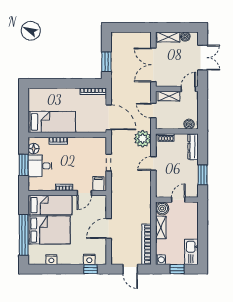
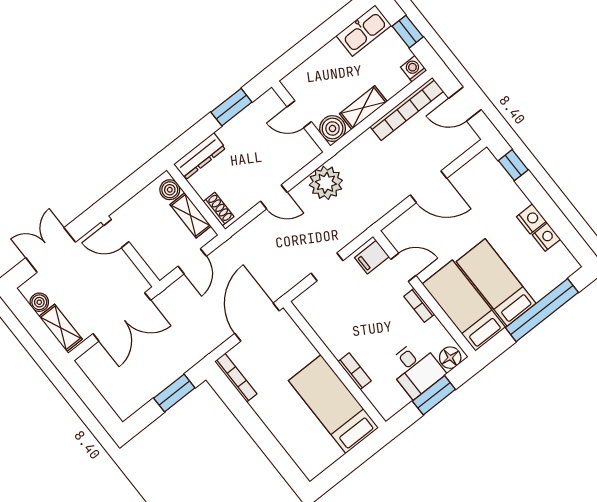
shelving: (169, 96) -> (191, 215), moved
plant: (143, 139) -> (326, 183), moved
floor lamp: (34, 149) -> (450, 358), moved
bed: (49, 230) -> (496, 283), width x0.67
nightstand: (89, 259) -> (531, 219), moved
door: (130, 269) -> (465, 104), swing flipped

